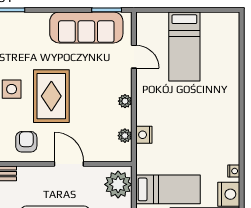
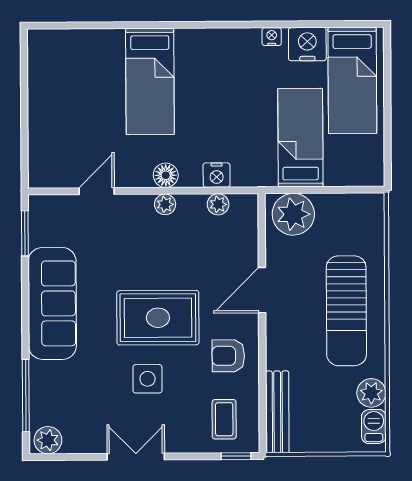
sofa: (86, 27) -> (52, 303), moved
bed: (184, 47) -> (150, 81), moved, turned 90
floor lamp: (144, 102) -> (166, 175), added

